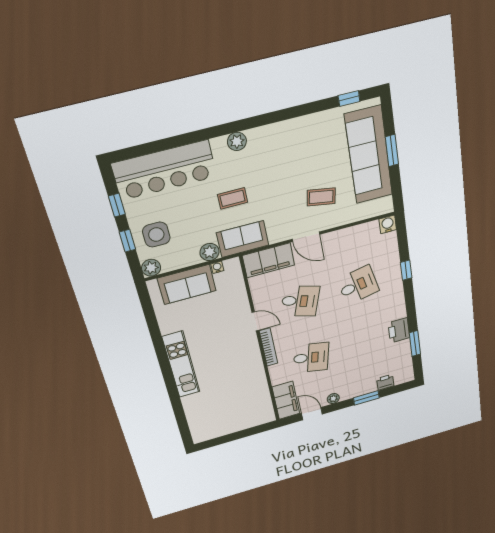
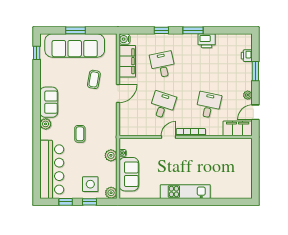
sofa: (243, 239) -> (49, 102), moved, turned 180
filing cabinet: (269, 260) -> (127, 61), moved
window: (415, 344) -> (193, 30), moved

